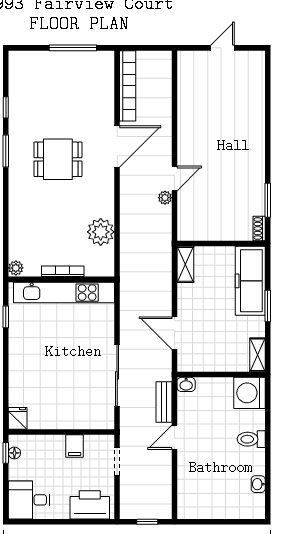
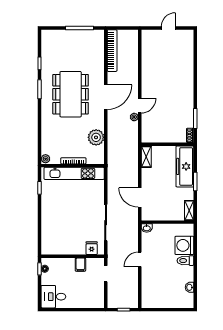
door: (117, 147) -> (106, 97), moved
dining table: (58, 159) -> (71, 94), width x1.88, depth x1.24
washing machine: (249, 393) -> (184, 245), moved
bench: (164, 402) -> (134, 238), removed
fridge: (18, 418) -> (92, 248), moved
printer: (90, 505) -> (89, 300), removed

